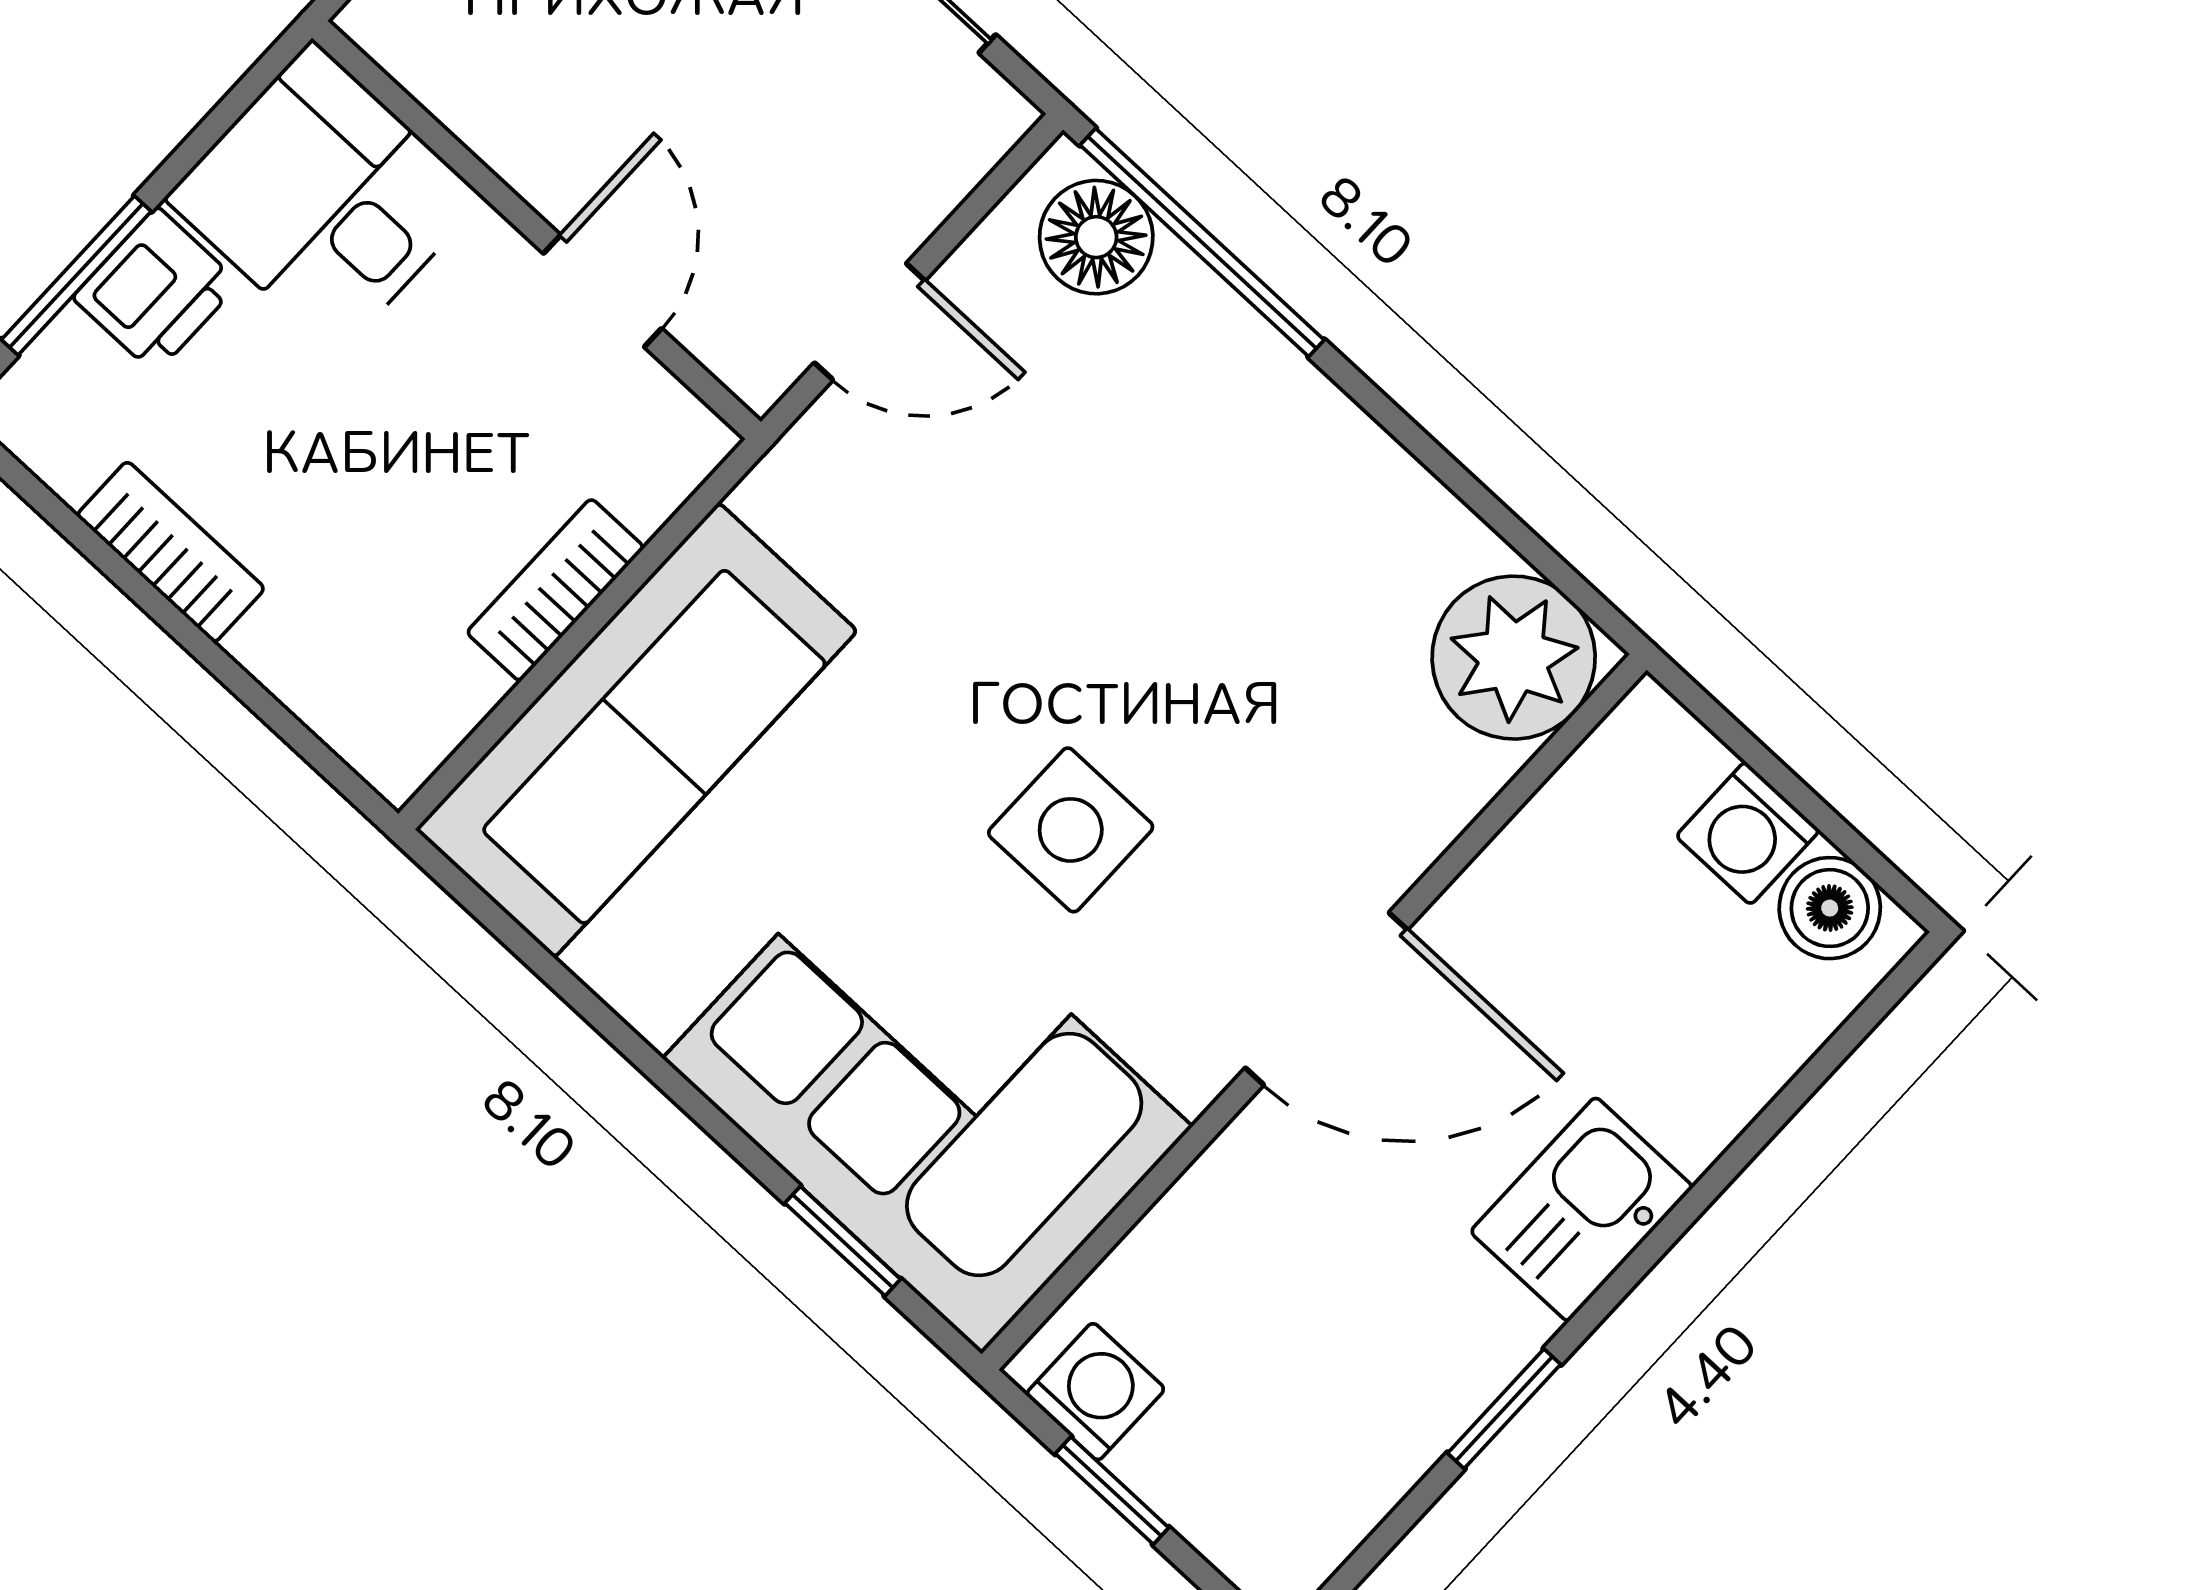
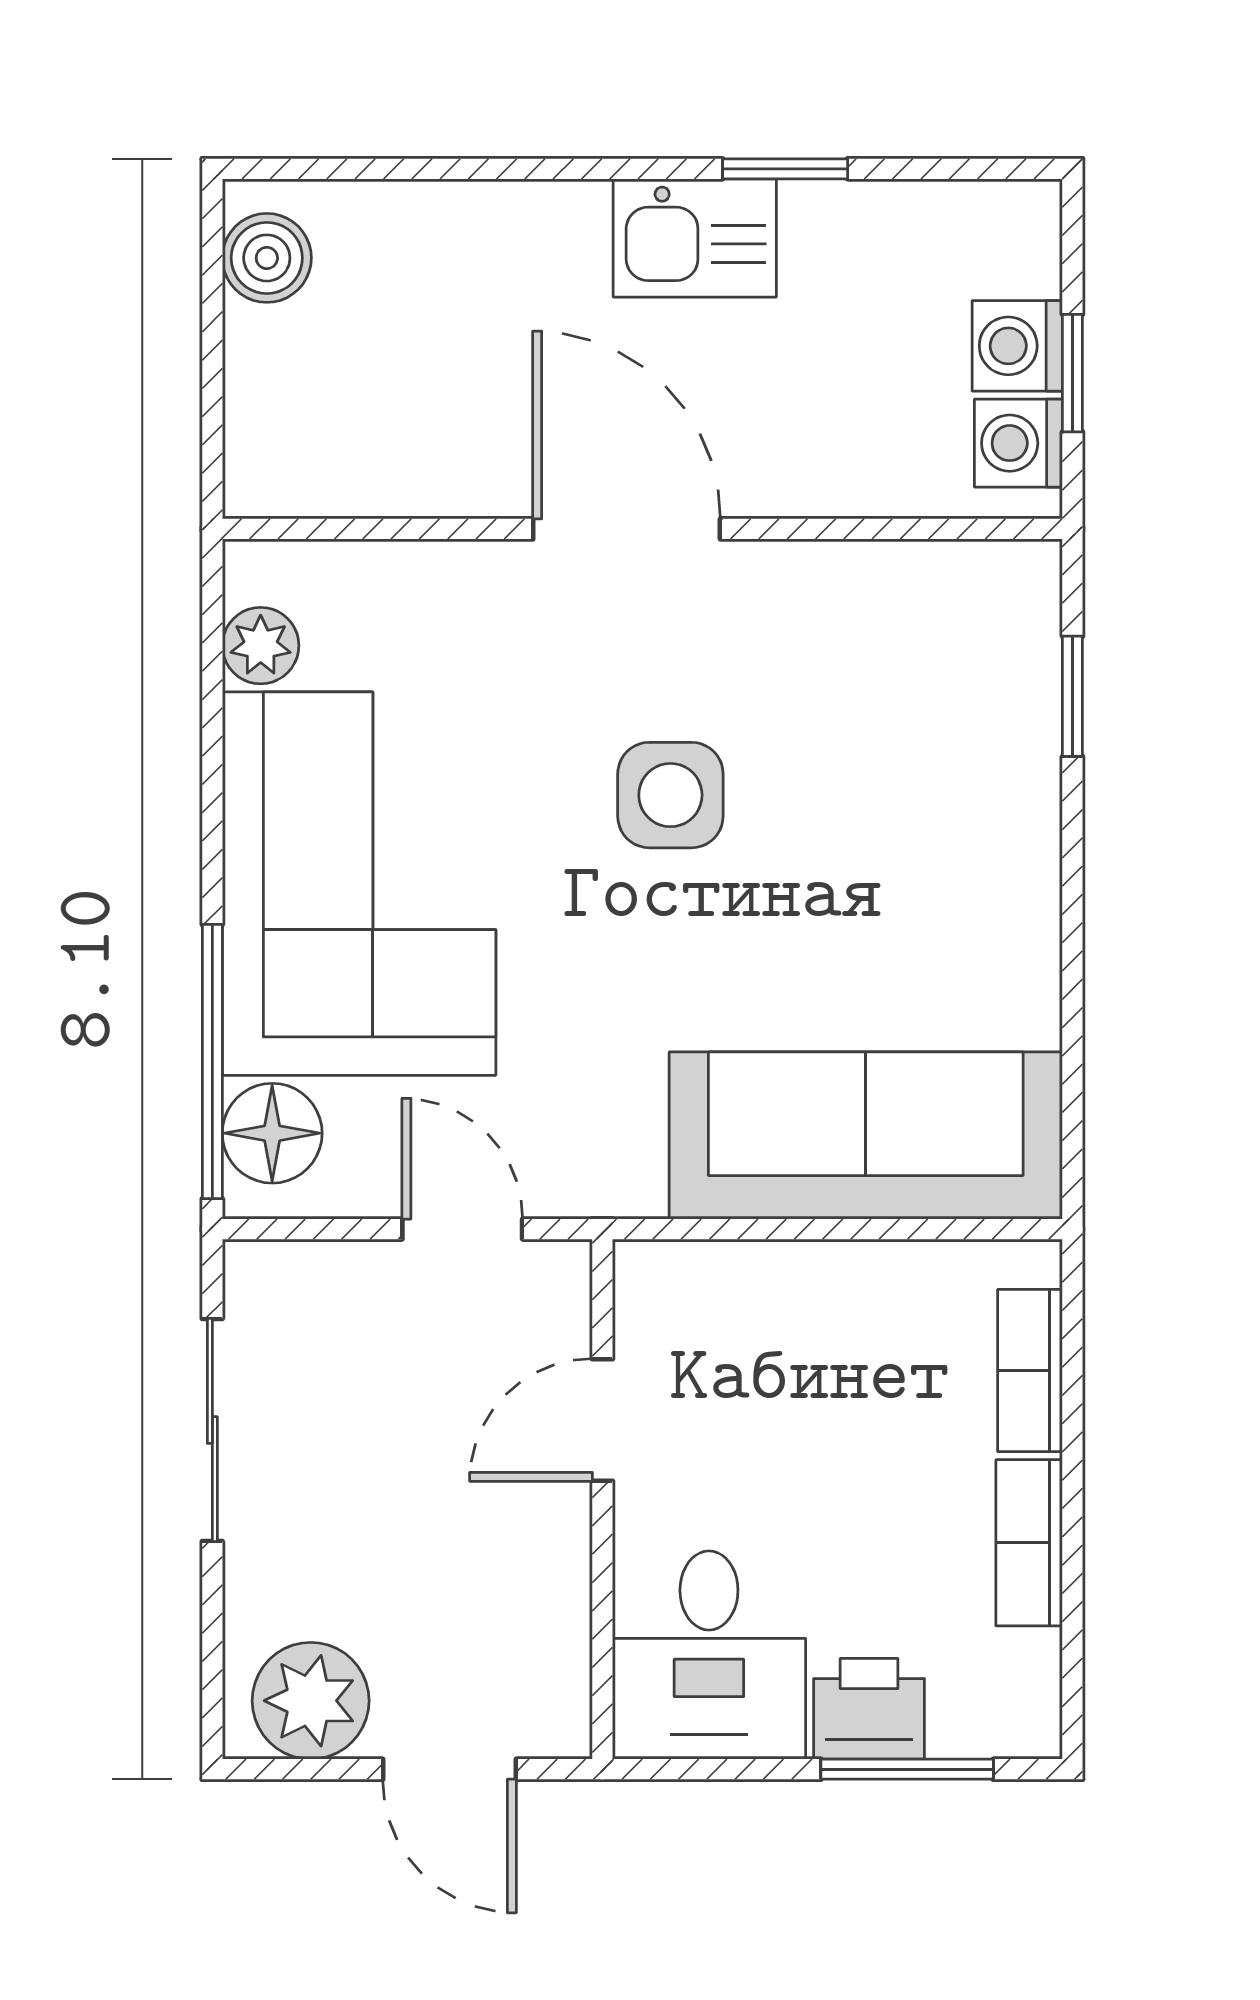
bookcase: (555, 590) -> (1030, 1371), moved, turned 90
plant: (1514, 658) -> (261, 646), width x0.53, depth x0.53
washing machine: (1748, 833) -> (1017, 346), moved, turned 180
corner sofa: (927, 1092) -> (359, 884), moved, turned 180
kitchen sink: (1582, 1209) -> (695, 238), moved

